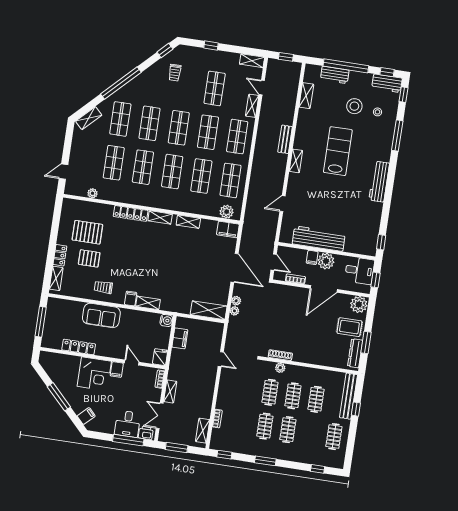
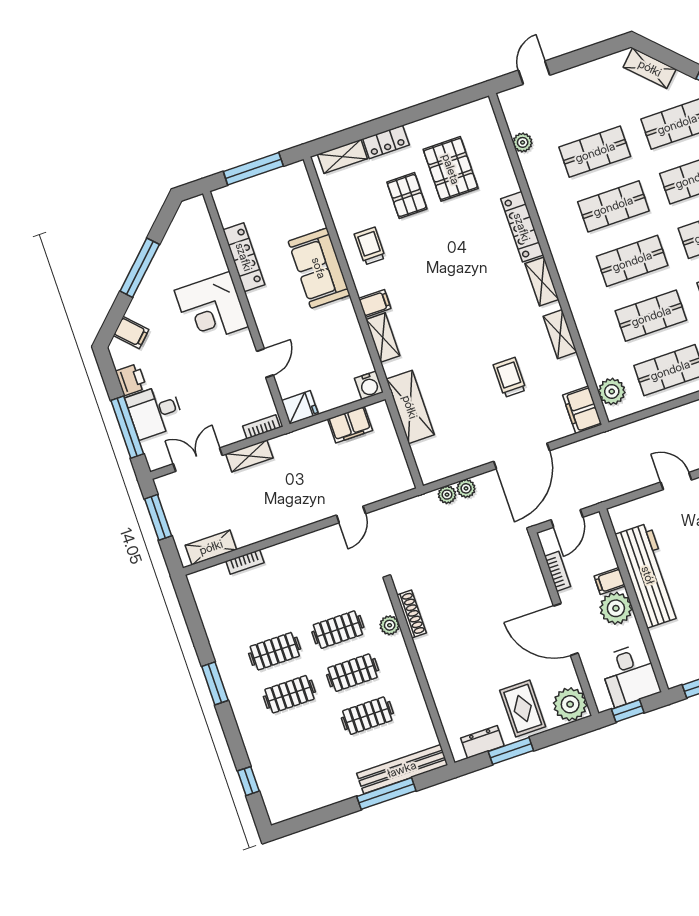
door: (63, 172) -> (534, 73), hinge flipped
trolley: (196, 255) -> (510, 377), added
shelving: (209, 310) -> (410, 407), moved
dresser: (355, 353) -> (482, 742), width x0.70
filing cabinet: (117, 369) -> (239, 343), removed
window: (356, 409) -> (386, 794), width x2.17
printer: (146, 433) -> (131, 380), moved
clothes rail: (334, 437) -> (319, 780), removed
window: (224, 455) -> (189, 607), removed

